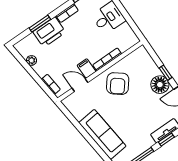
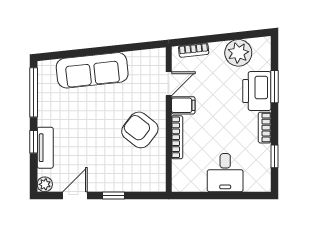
plant: (31, 60) -> (238, 53), width x1.88, depth x1.88
floor lamp: (160, 85) -> (104, 179), removed

